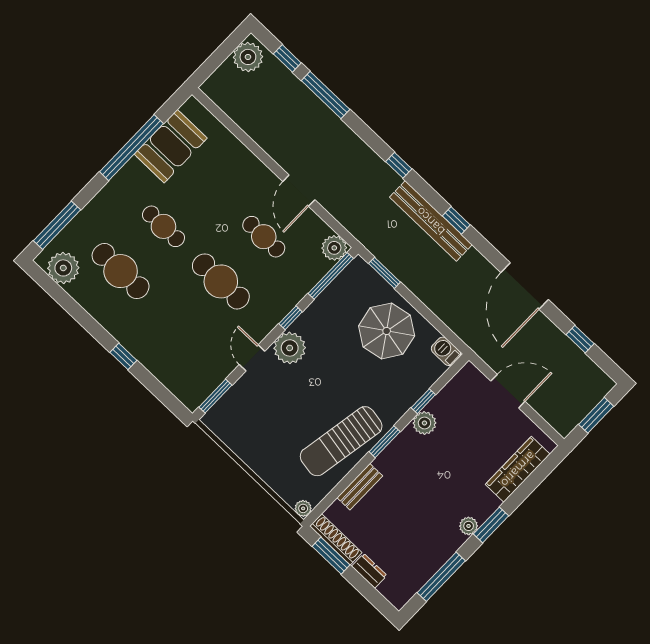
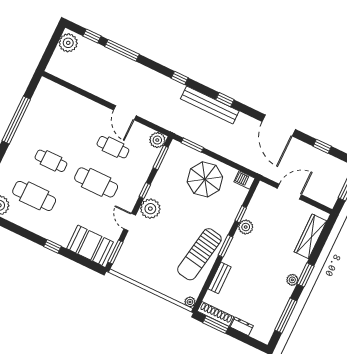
booth: (171, 146) -> (90, 245), moved, turned 90
window: (331, 276) -> (161, 157), width x0.69

